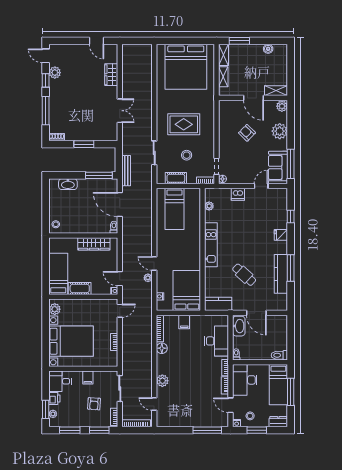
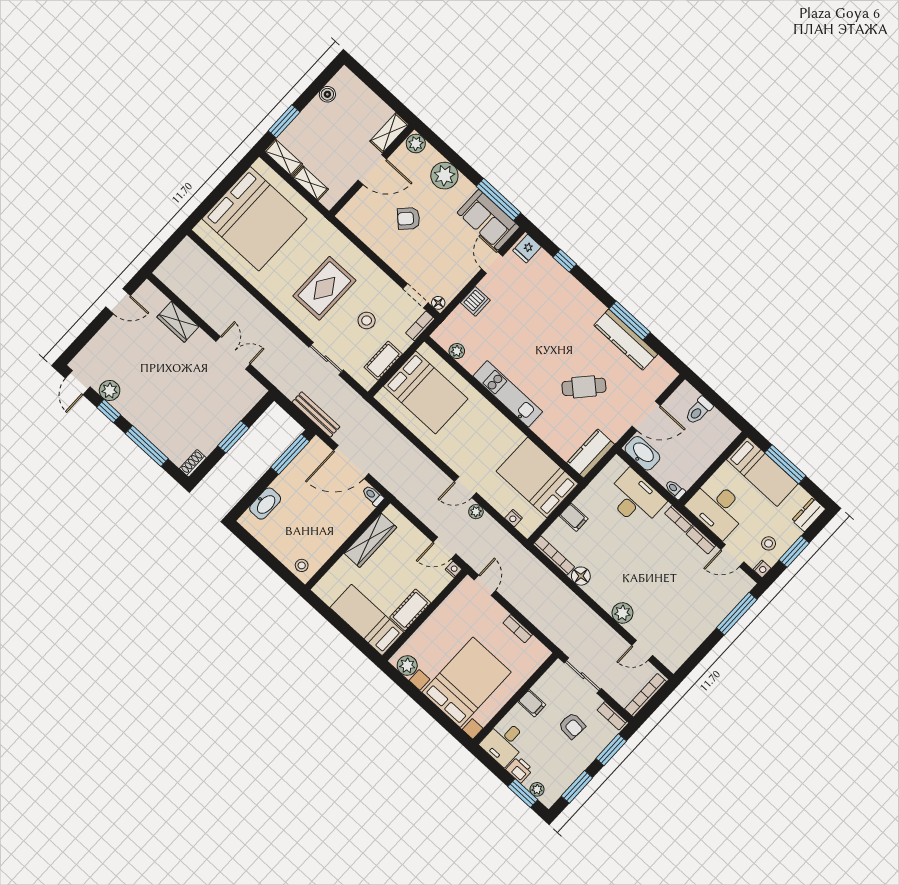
door: (46, 56) -> (78, 383), hinge flipped
bed: (174, 209) -> (426, 392), width x1.50
fridge: (281, 235) -> (527, 249), moved
toilet: (279, 355) -> (699, 411), moved

